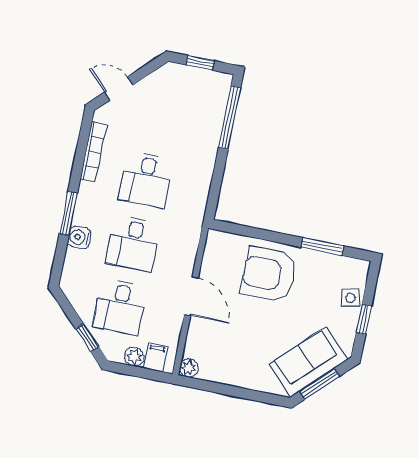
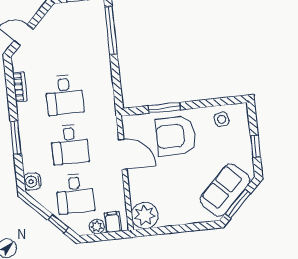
bookcase: (93, 152) -> (20, 87), width x0.64
water cooler: (79, 237) -> (32, 182), moved
window: (322, 247) -> (164, 108), moved
door: (191, 296) -> (123, 154), moved
side table: (350, 298) -> (222, 119), moved
plant: (189, 368) -> (145, 215), width x1.87, depth x1.87

